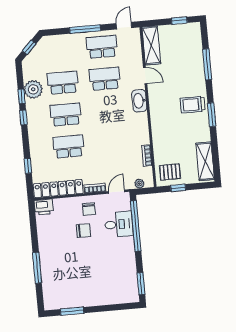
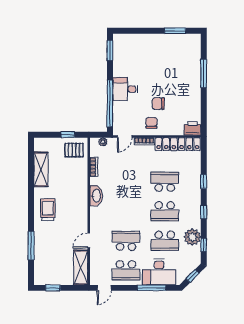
window: (85, 29) -> (152, 288), moved
desk: (66, 48) -> (159, 272), added
door: (145, 76) -> (89, 240), hinge flipped
school desk: (105, 79) -> (126, 241), turned 180
window: (22, 96) -> (204, 245), moved
washbasin: (139, 101) -> (96, 196), moved
trolley: (193, 105) -> (48, 210), turned -90
window: (212, 115) -> (31, 199), removed
school desk: (69, 147) -> (165, 182), turned 180
shelving: (205, 161) -> (41, 169), moved
window: (28, 166) -> (204, 181), moved
desk: (119, 224) -> (125, 89), moved

